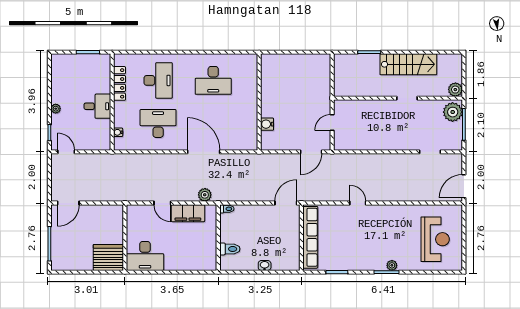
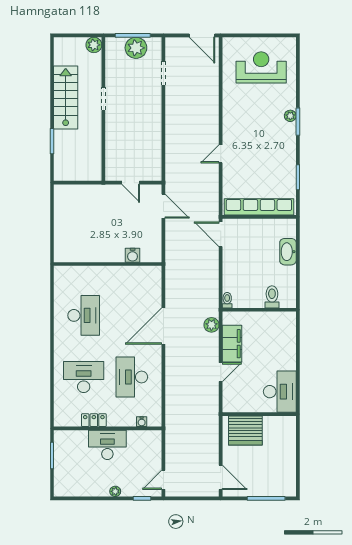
locker: (119, 83) -> (94, 420), width x0.66
desk: (97, 106) -> (107, 445), width x1.37
plant: (453, 112) -> (136, 48), moved
server rack: (108, 257) -> (245, 430), moved, turned -90
washbasin: (265, 265) -> (288, 252), width x1.91, depth x1.45

